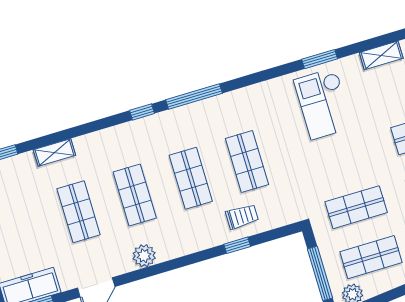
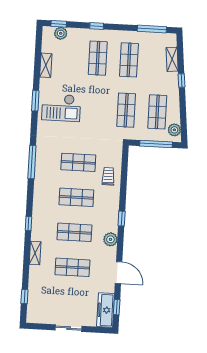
window: (194, 96) -> (32, 162), moved
window: (142, 112) -> (28, 224), moved
shelving: (54, 153) -> (35, 253), moved
window: (237, 245) -> (122, 219), moved

